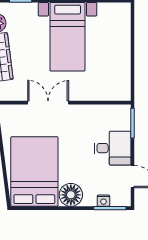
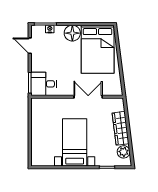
double door: (48, 103) -> (88, 97), swing flipped
desk: (112, 148) -> (44, 84), moved

